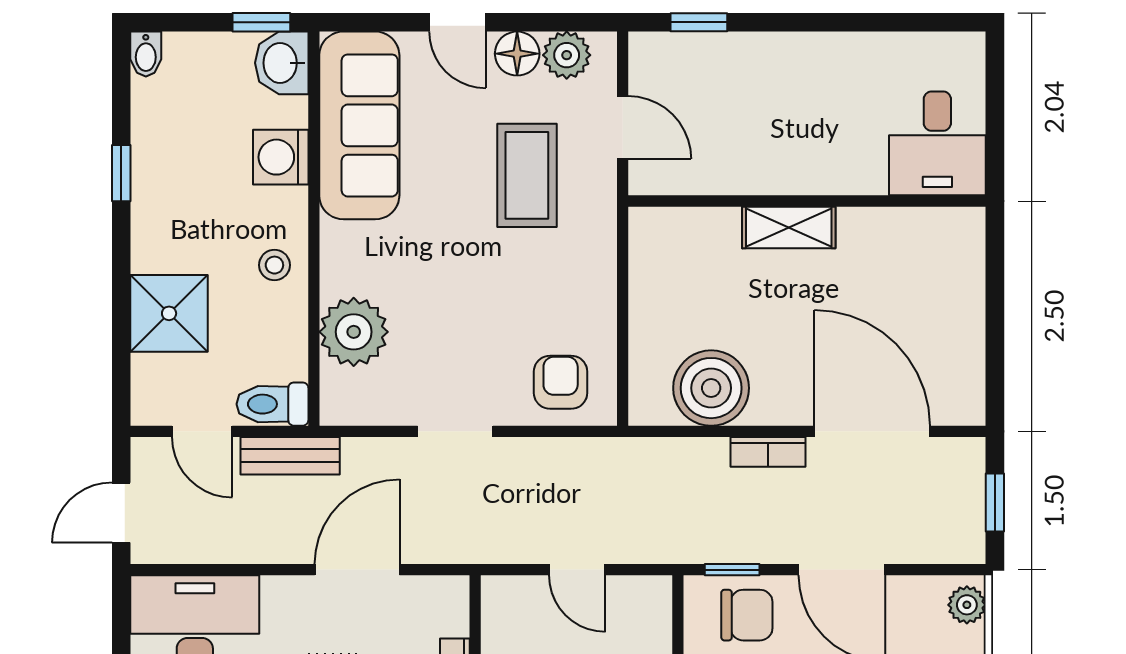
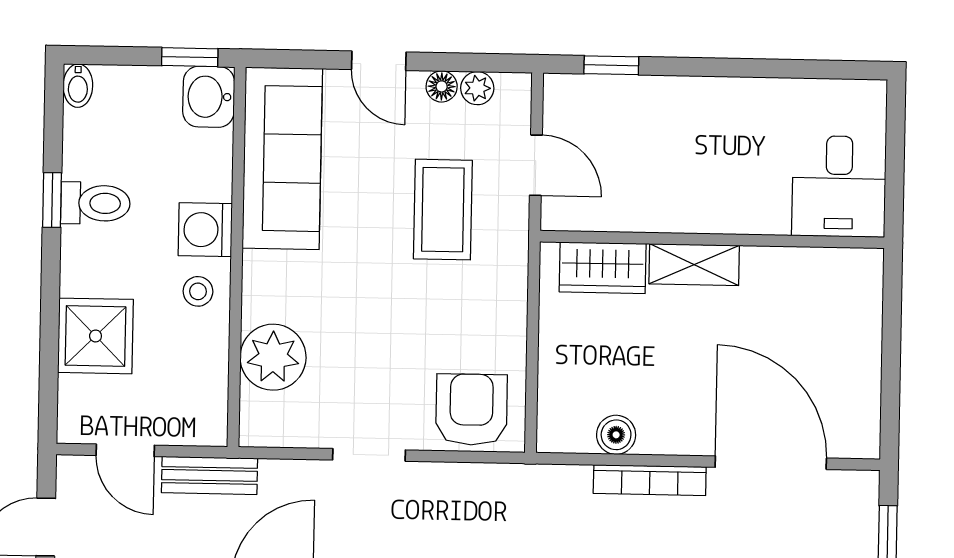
floor lamp: (517, 54) -> (442, 86), width x0.73, depth x0.73
plant: (567, 55) -> (477, 88), width x0.73, depth x0.73
washing machine: (281, 157) -> (205, 230), moved
wardrobe: (694, 232) -> (603, 268), added
armchair: (561, 382) -> (471, 410), width x1.38, depth x1.38
boiler: (711, 388) -> (616, 435), width x0.54, depth x0.54
toilet: (272, 404) -> (95, 203), moved, turned 180
bookcase: (768, 452) -> (650, 480), width x1.56

